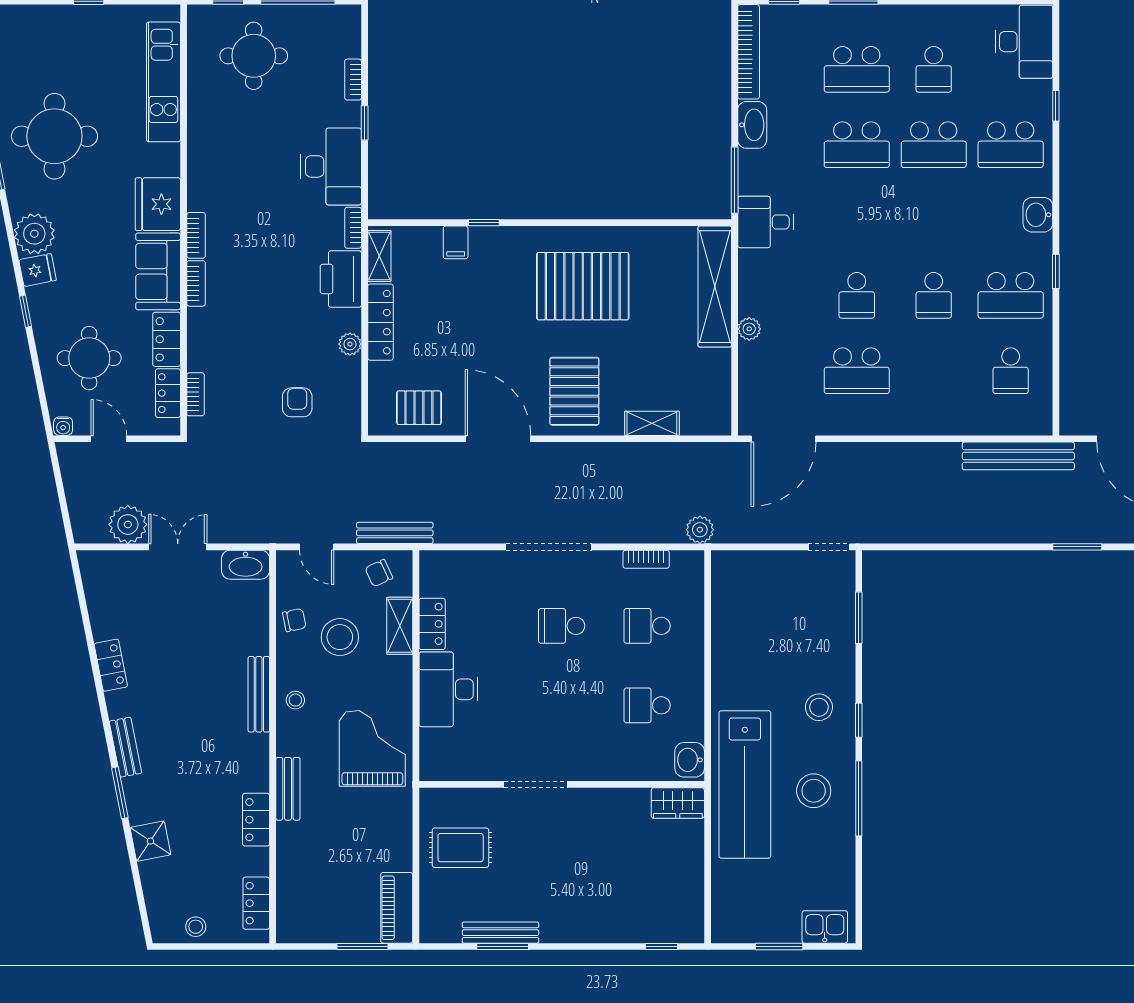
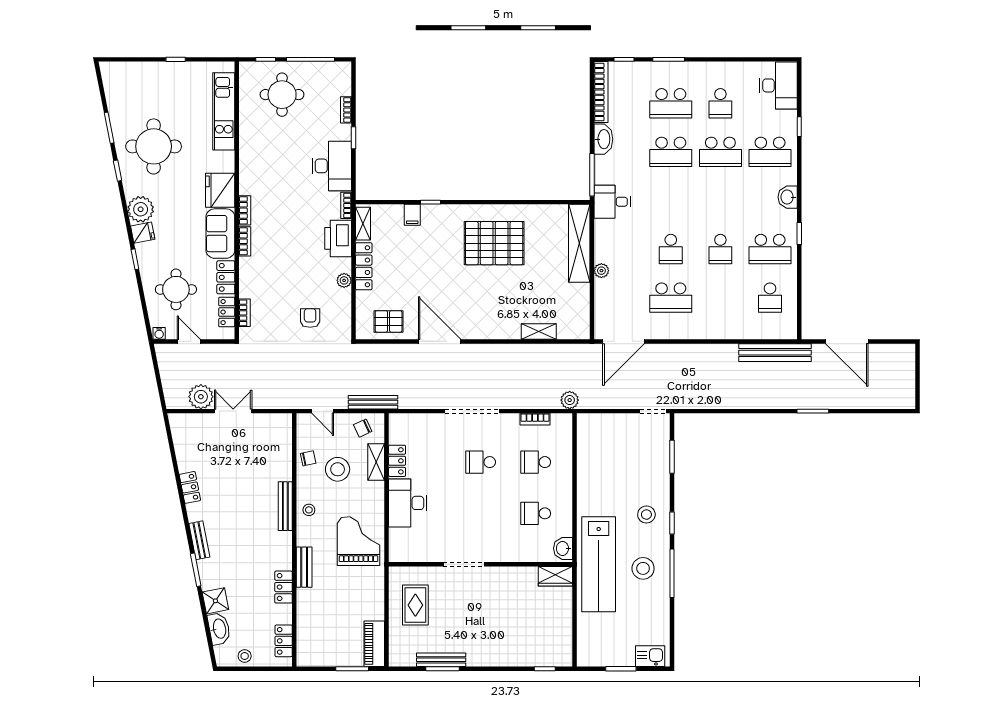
pallet: (574, 391) -> (489, 311), removed
washbasin: (246, 565) -> (219, 629), moved, turned -101
rug: (461, 848) -> (415, 605), turned 90

